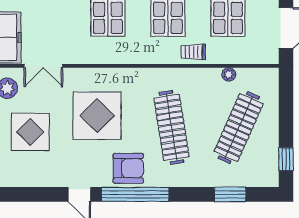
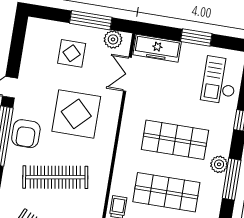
display table: (30, 132) -> (72, 53), width x0.73, depth x0.73

